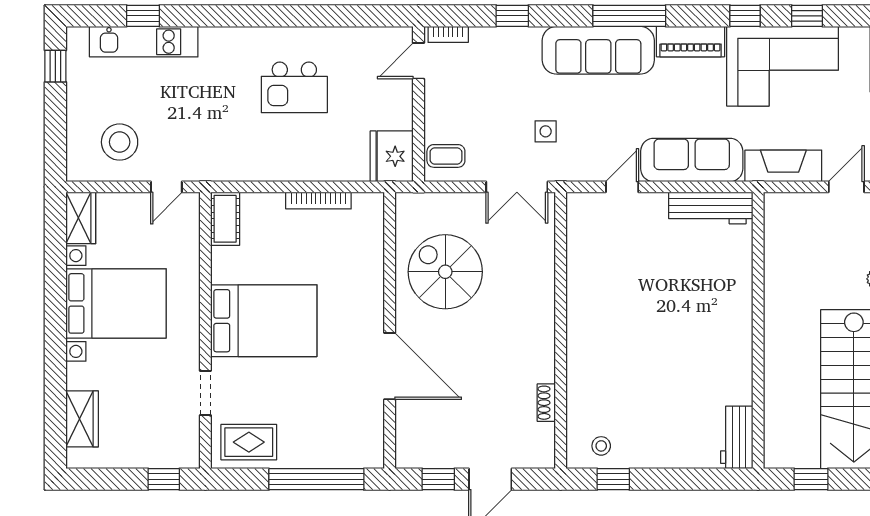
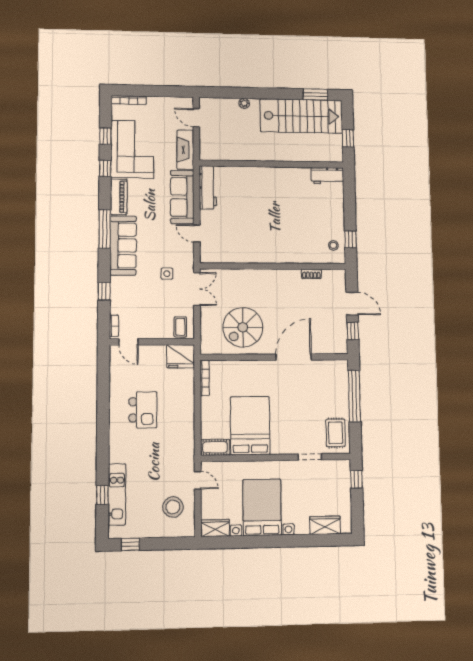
bookcase: (318, 201) -> (205, 378), moved
bed: (264, 321) -> (250, 426), moved

